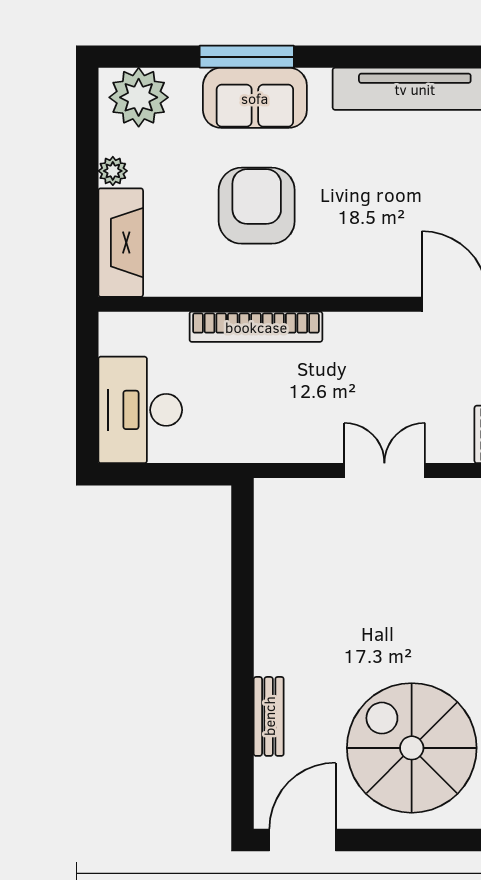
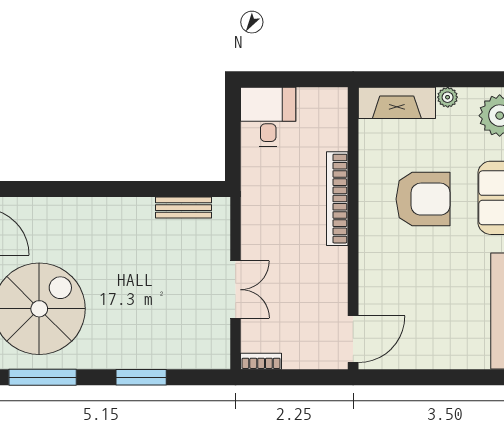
desk: (140, 410) -> (268, 117), width x0.73
bench: (269, 716) -> (183, 208), moved

